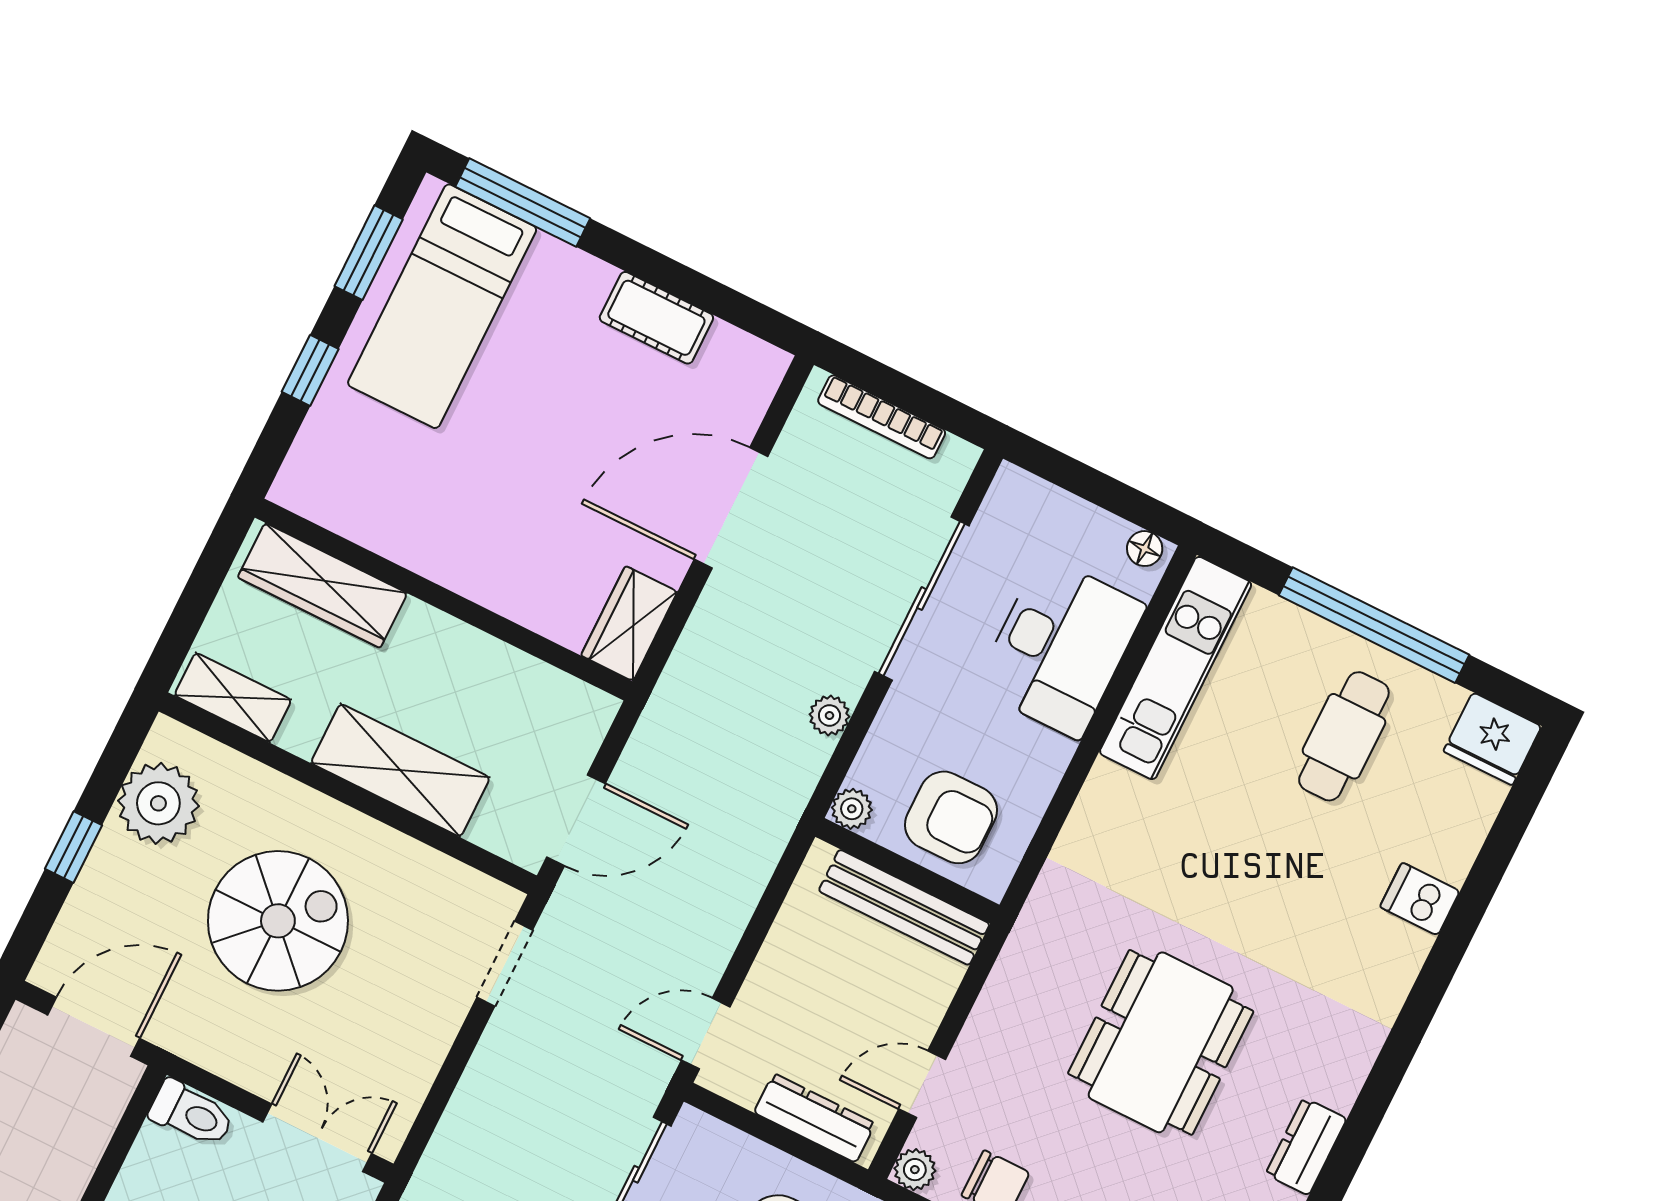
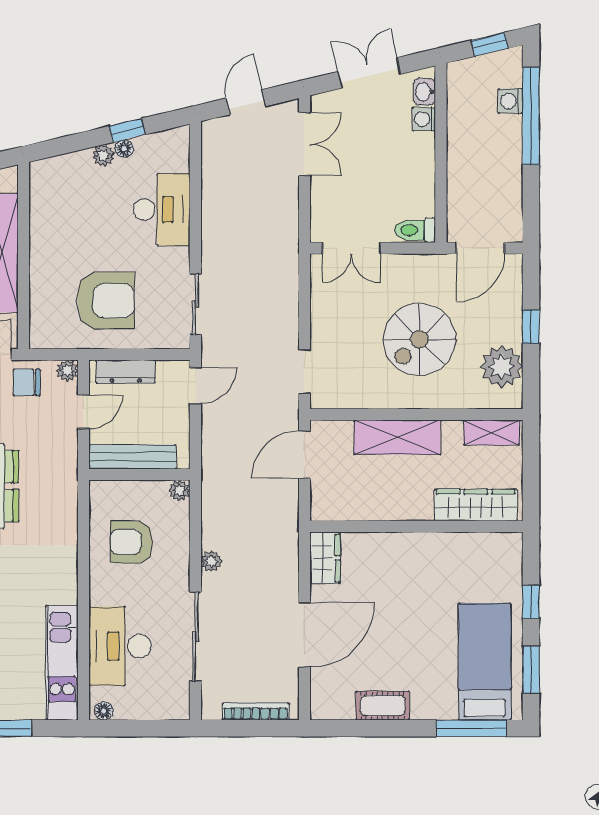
plant: (852, 809) -> (179, 490), moved
wall: (907, 871) -> (139, 475), moved
bench: (904, 907) -> (133, 457), moved

